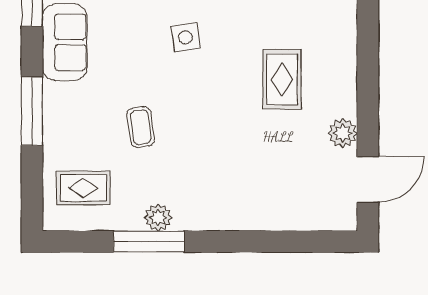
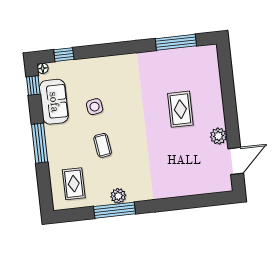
side table: (186, 37) -> (95, 107), moved
rug: (83, 188) -> (74, 184), turned 90

